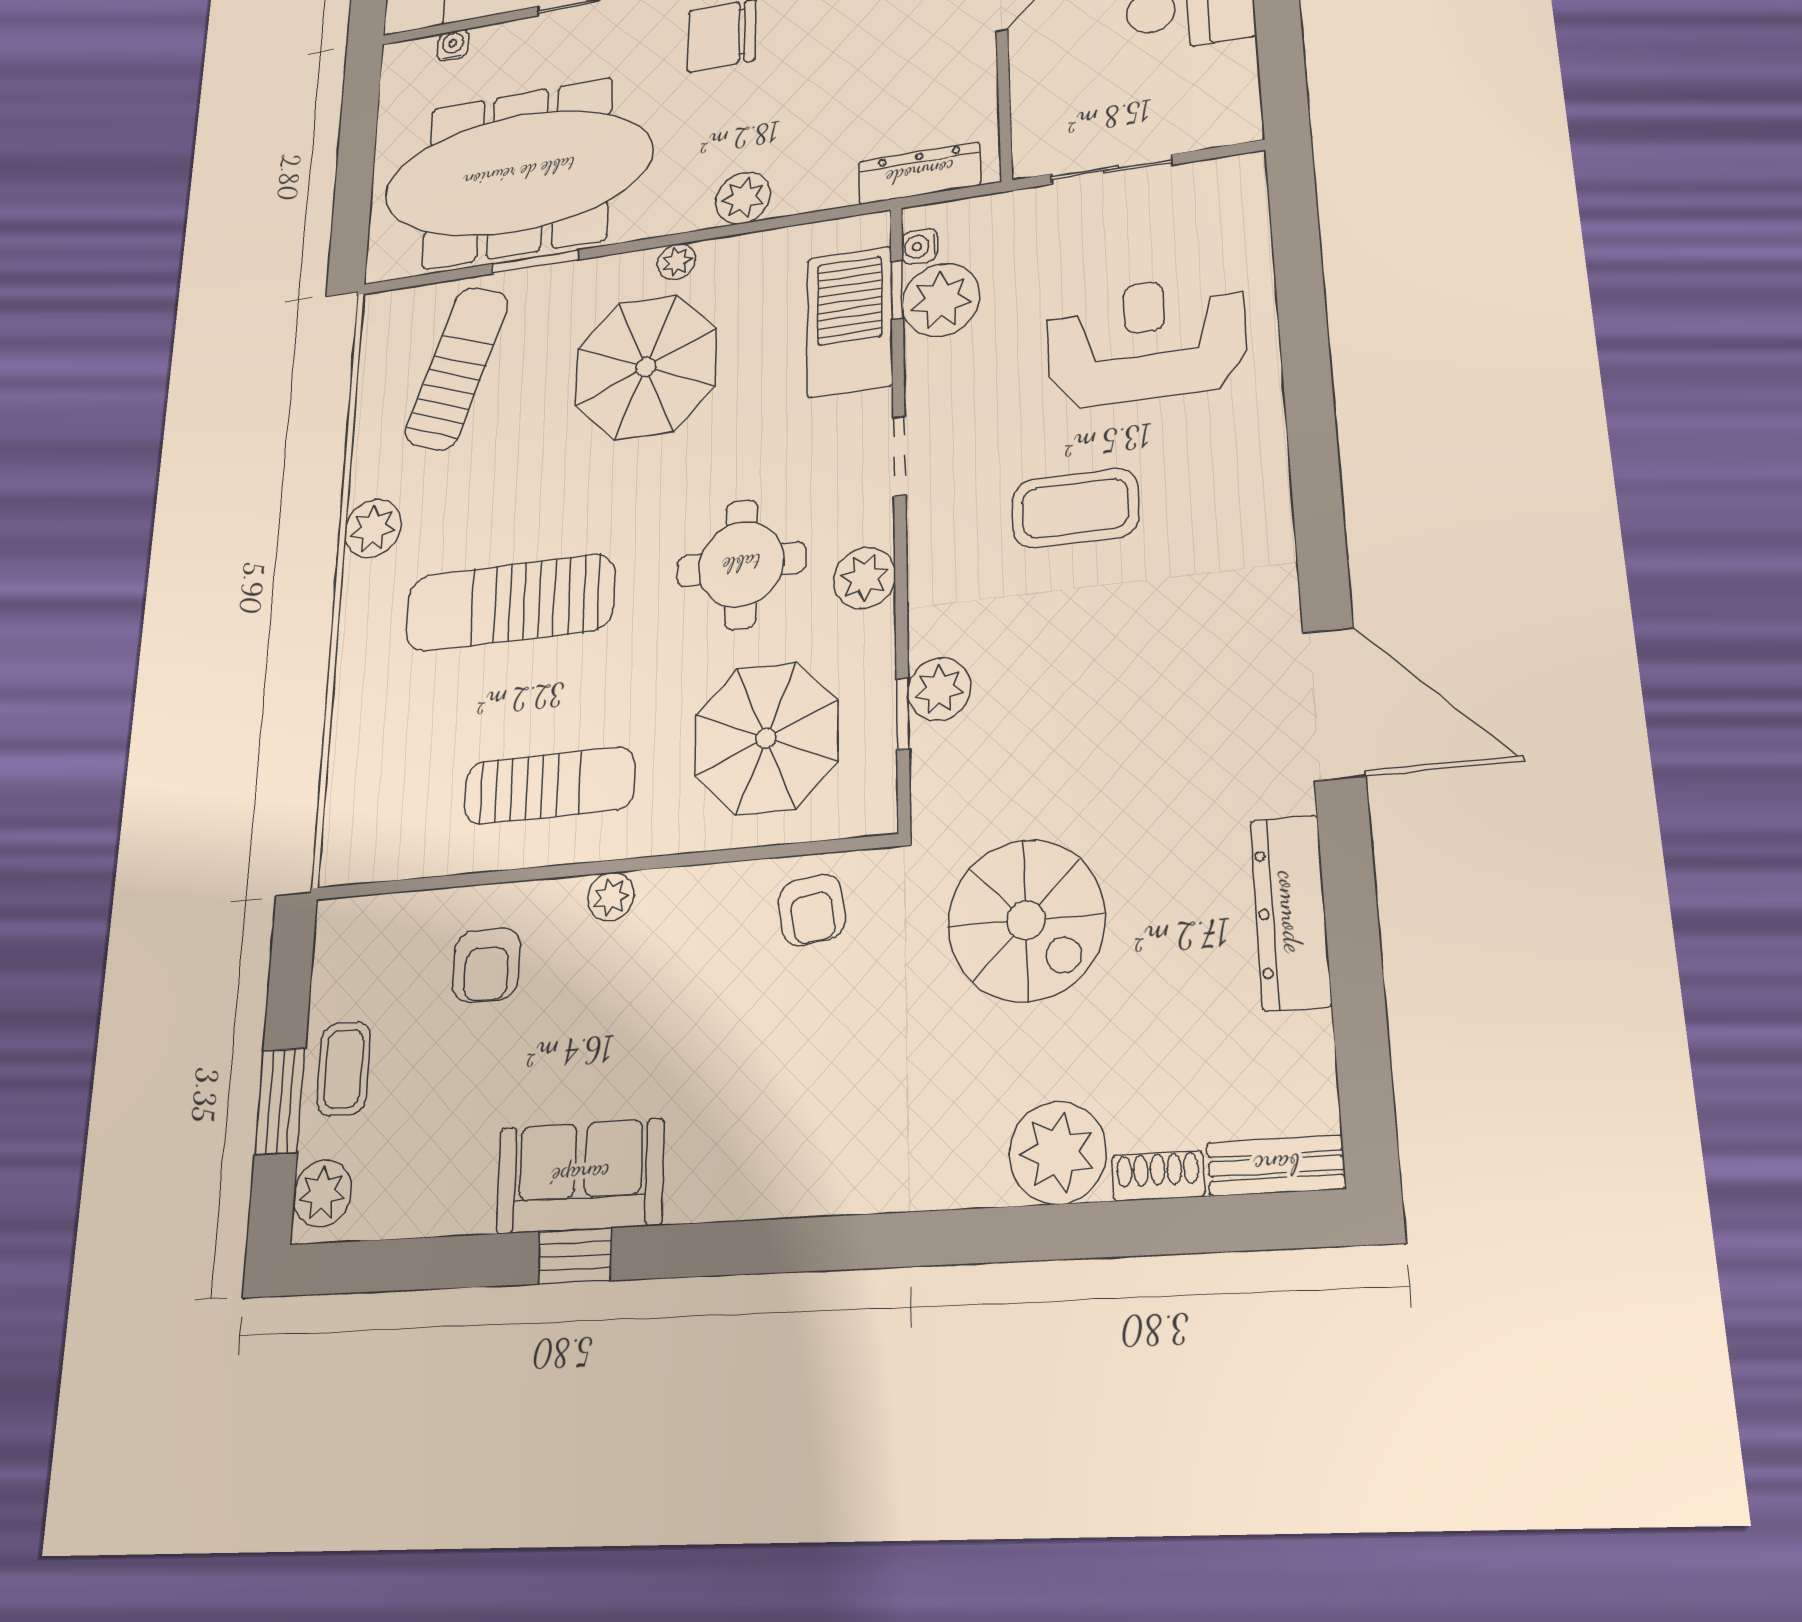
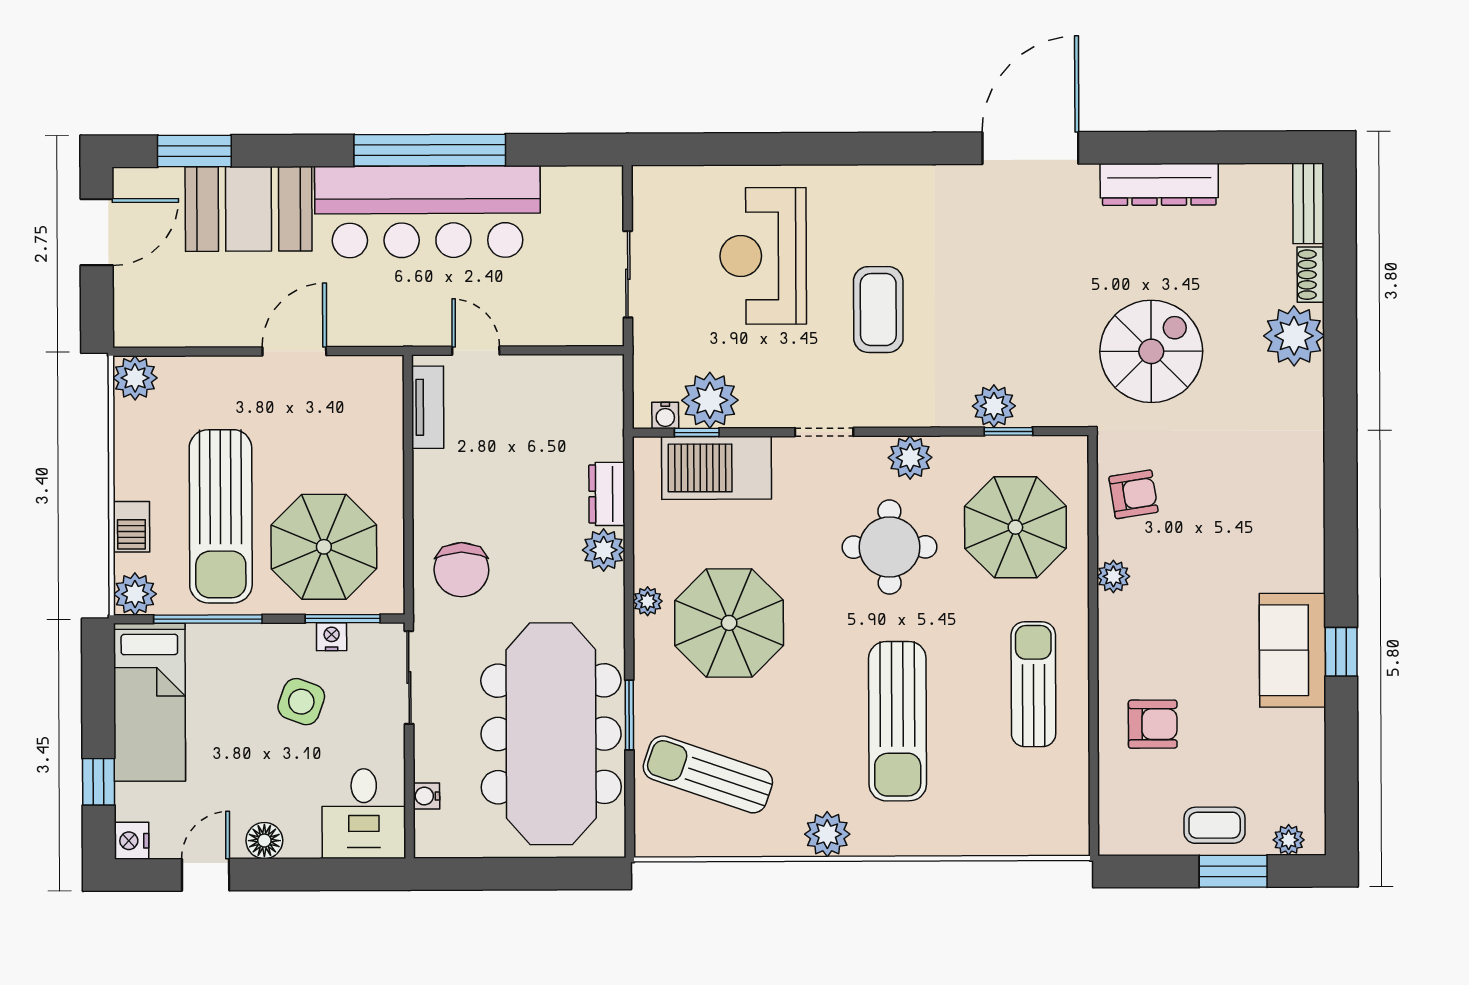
dresser: (919, 173) -> (607, 494), moved, width x0.70
plant: (611, 897) -> (1113, 576), moved
plant: (322, 1193) -> (1289, 840), width x0.73, depth x0.73

